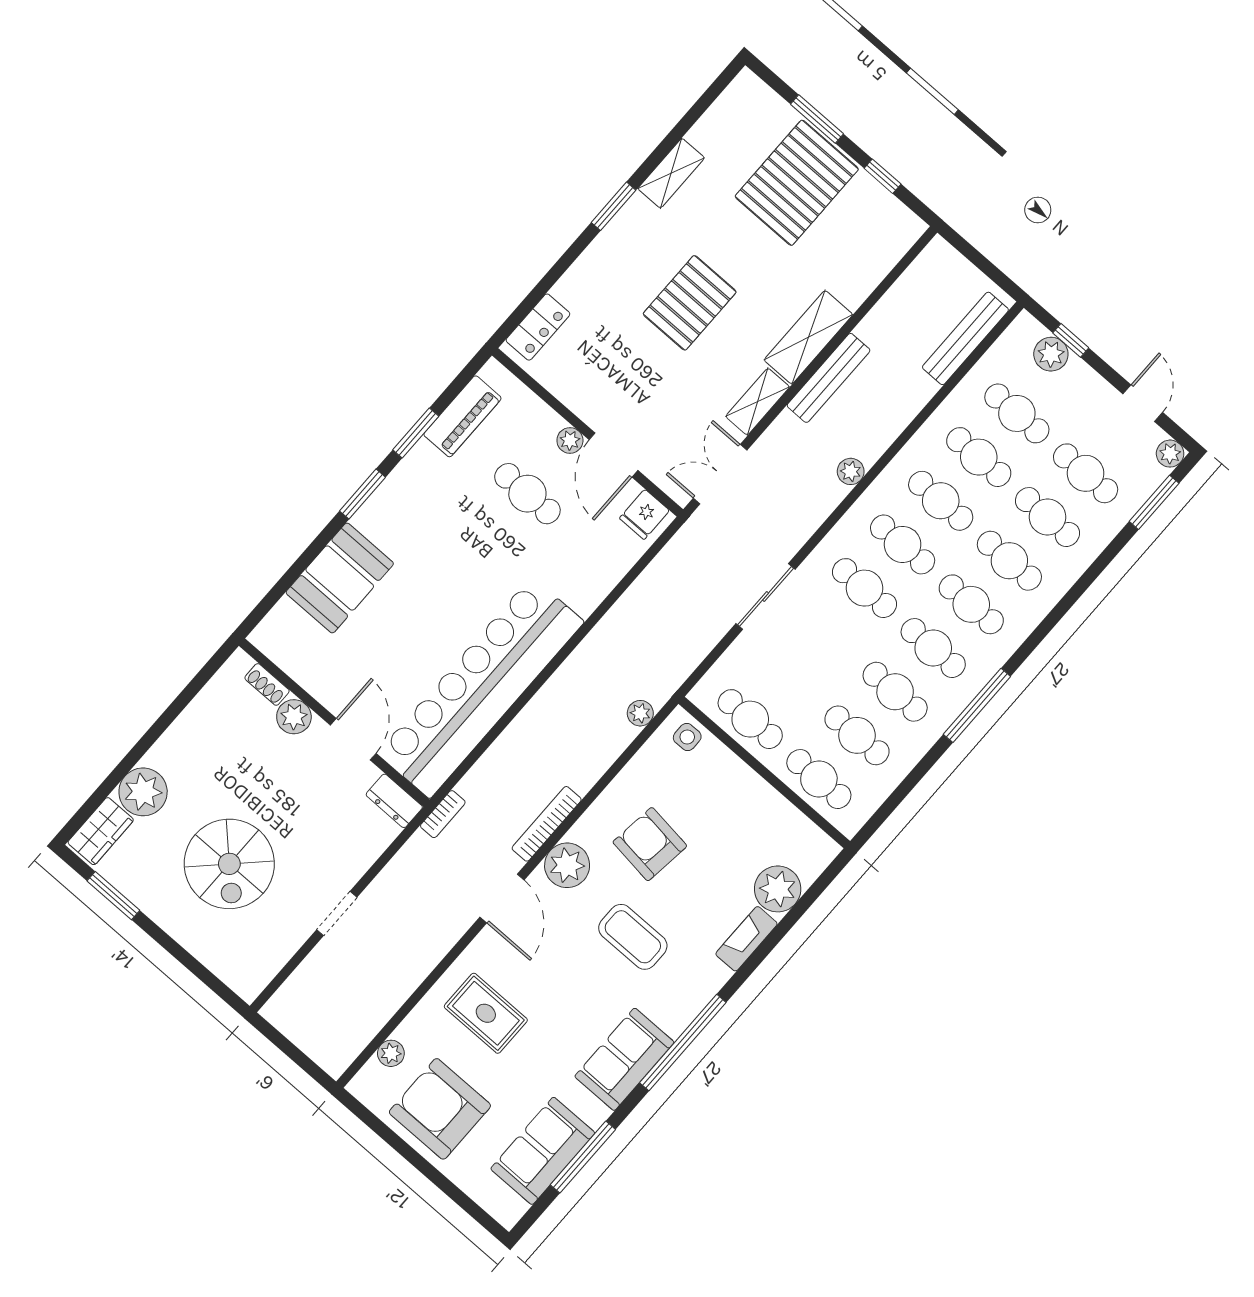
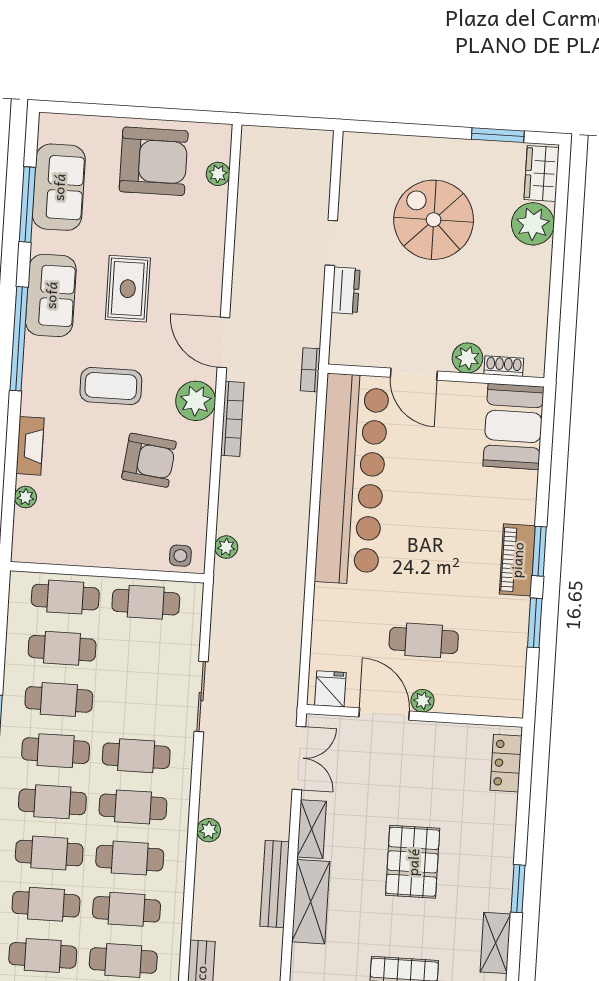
piano: (462, 416) -> (517, 560), moved
booth: (340, 578) -> (513, 426), moved
dresser: (394, 801) -> (346, 291), moved, turned 90
plant: (778, 889) -> (25, 497), width x0.53, depth x0.53
rug: (486, 1013) -> (128, 289), moved, turned 90

